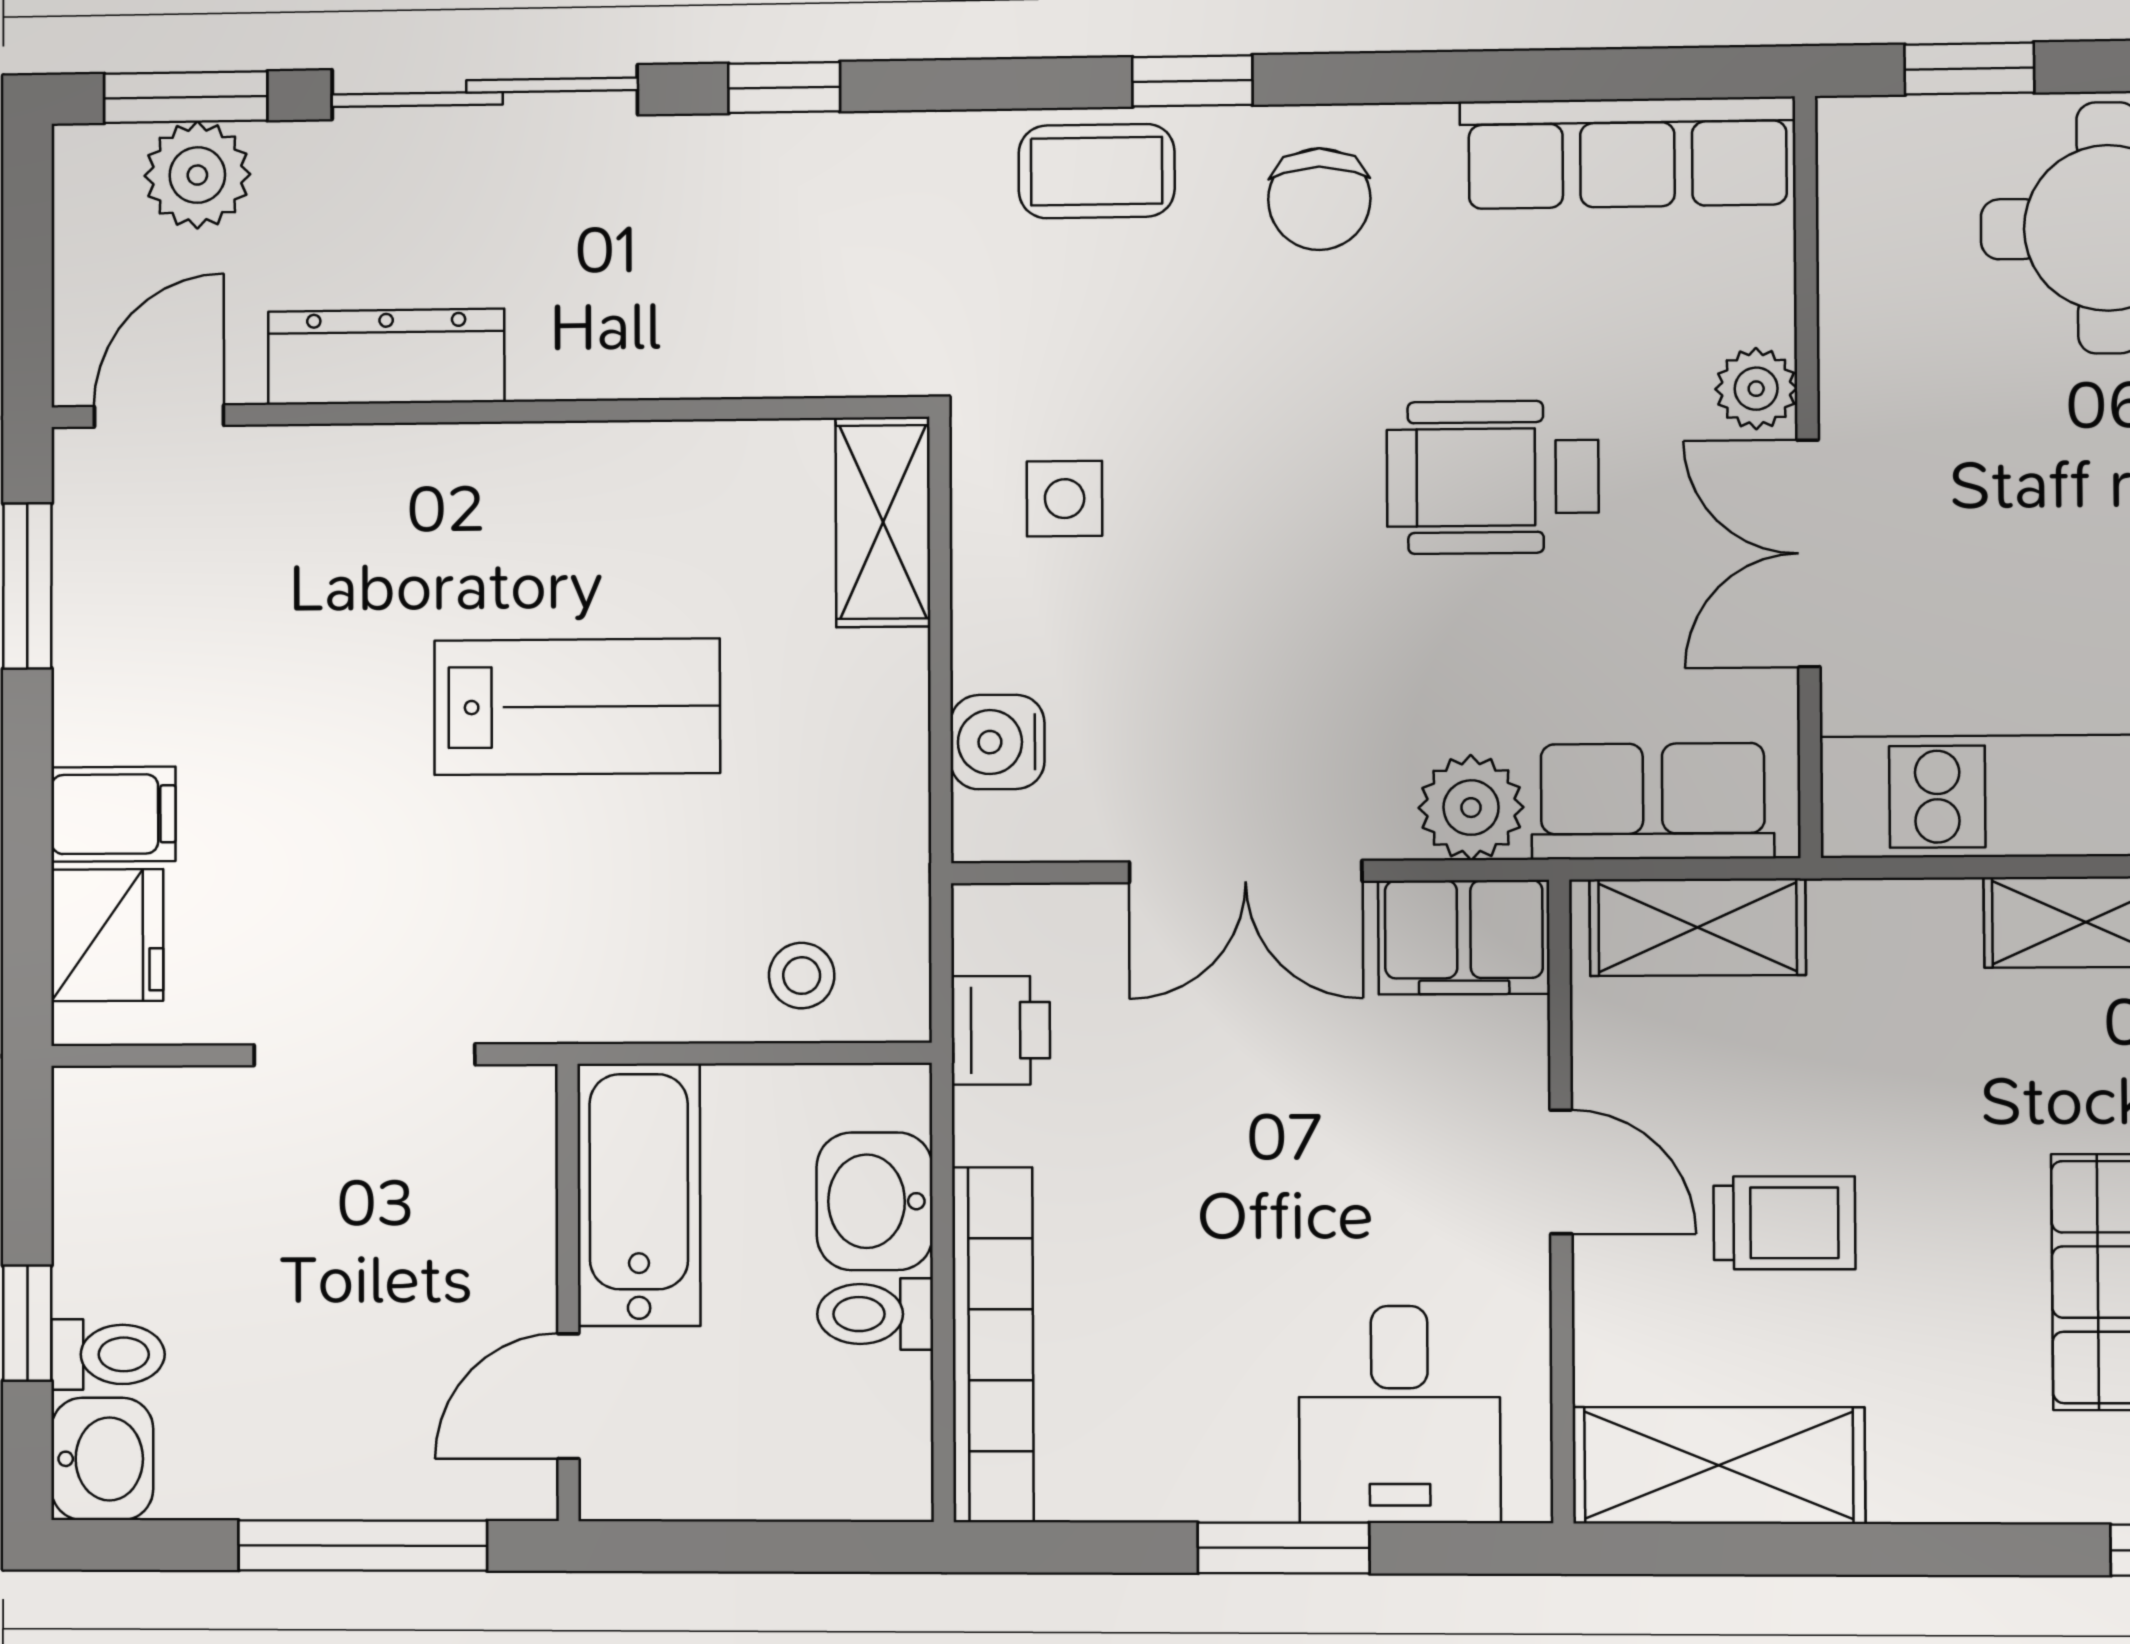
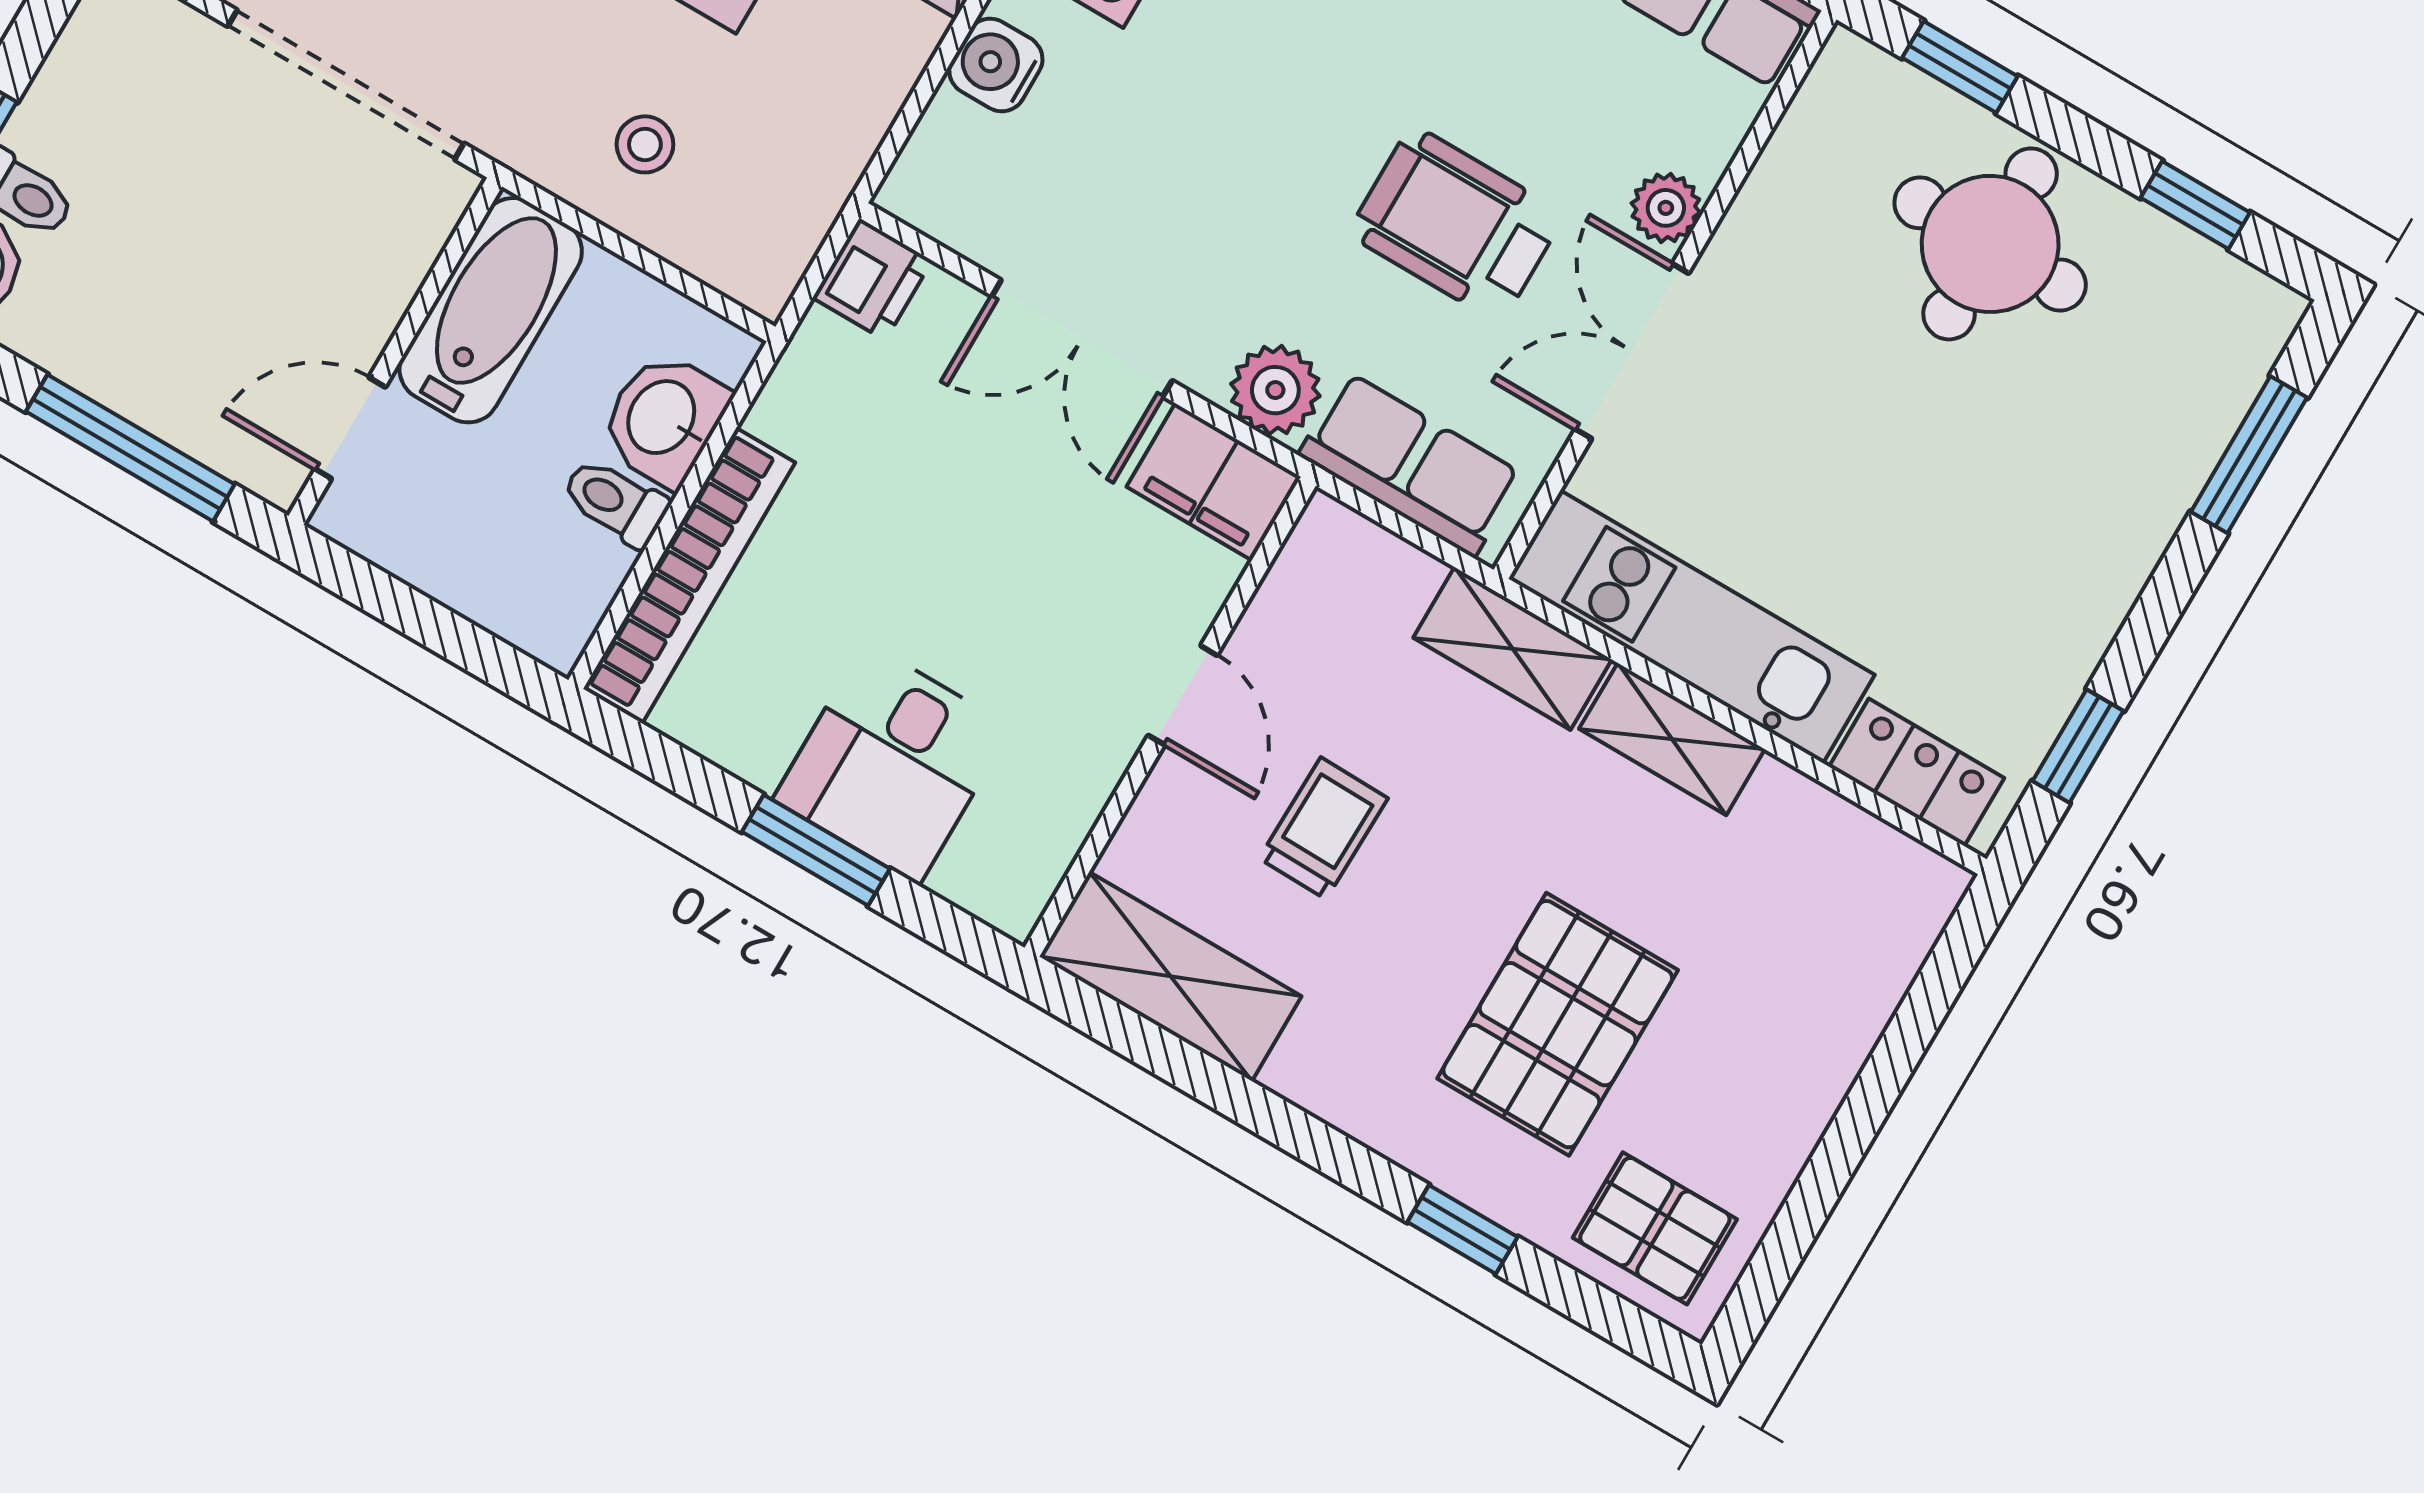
wheelchair: (1493, 477) -> (1456, 224), moved
water cooler: (997, 742) -> (996, 65), moved
shelving: (1698, 927) -> (1512, 649), moved
stool: (802, 976) -> (645, 144), moved
printer: (1001, 1030) -> (872, 279), moved
doorway: (364, 1055) -> (346, 85), width x1.36
trolley: (1784, 1223) -> (1323, 828), turned -89
desk: (1400, 1414) -> (892, 763), moved

